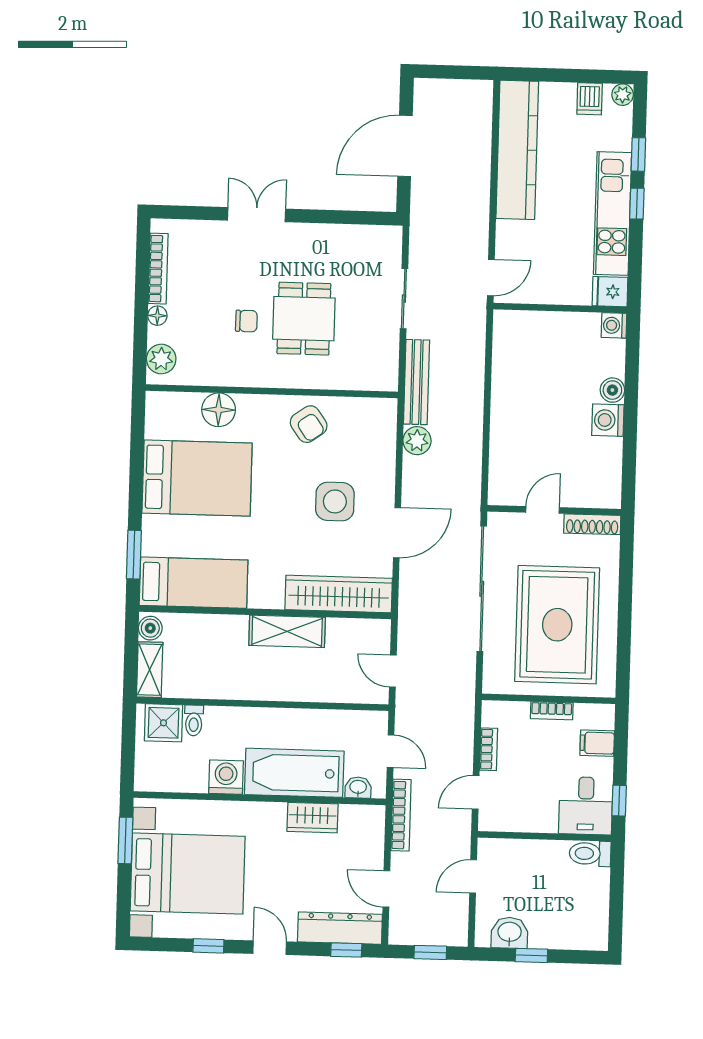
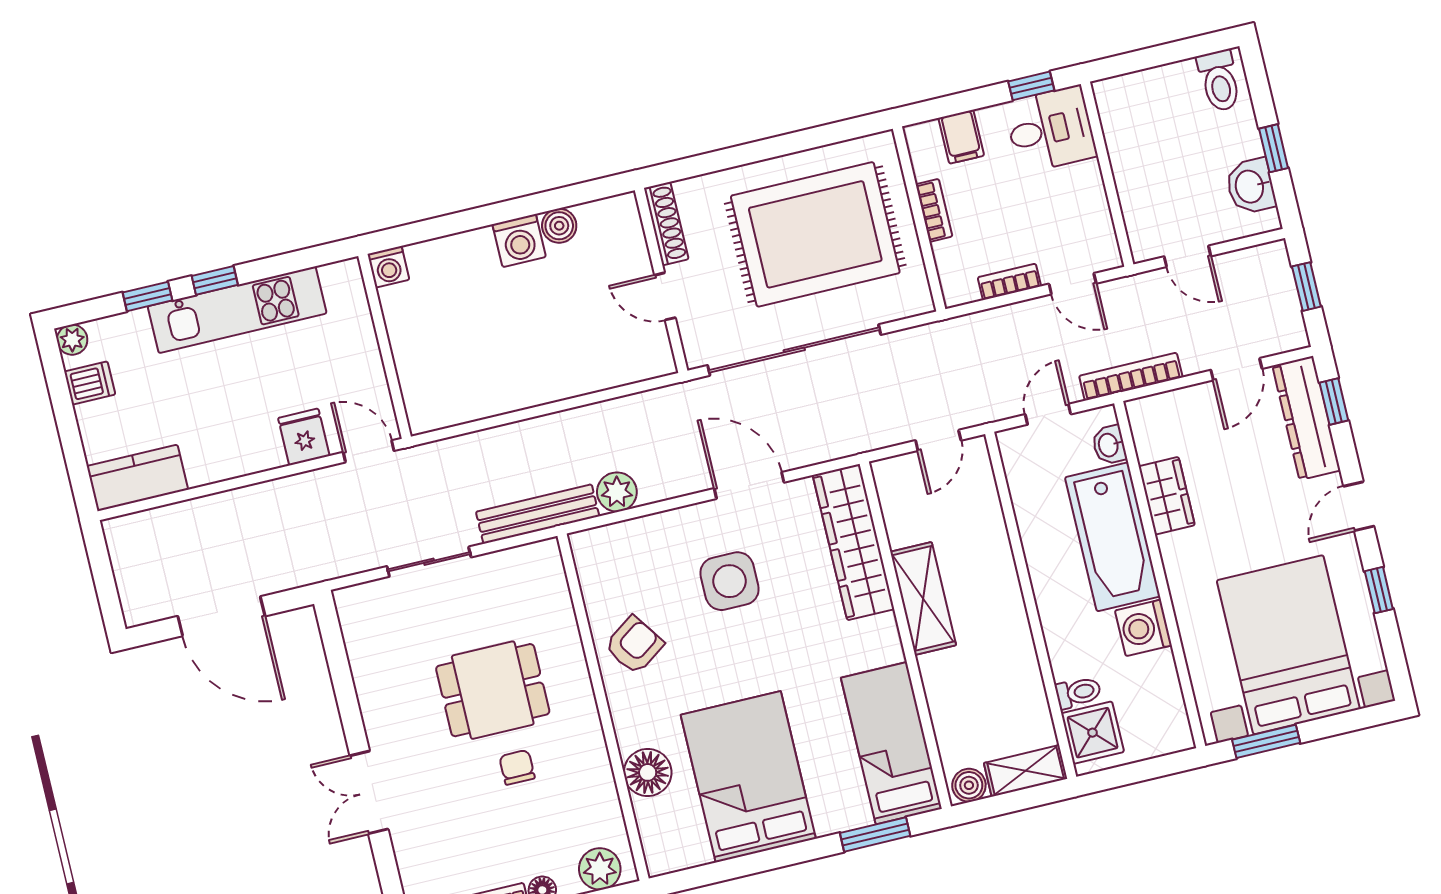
kitchen counter: (517, 150) -> (137, 478), width x0.48, depth x0.86
fridge: (610, 292) -> (304, 437), moved, turned 180
boiler: (612, 390) -> (559, 226), moved
toilet: (590, 854) -> (1219, 81), moved

